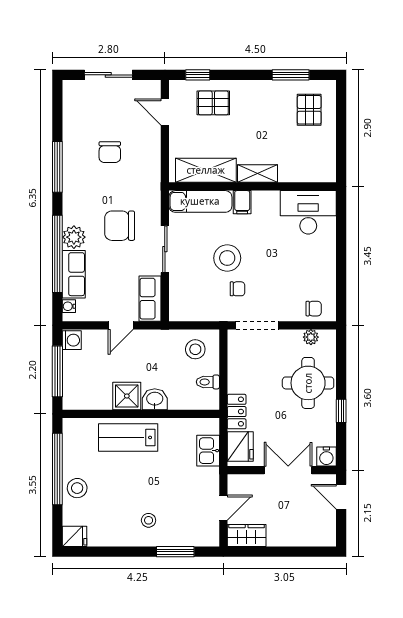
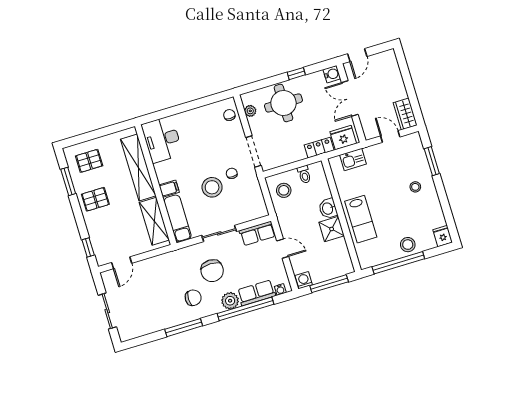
pallet: (213, 103) -> (95, 199), moved, turned 90
chair: (110, 152) -> (193, 298), moved
shelving: (258, 174) -> (138, 168), width x2.20, depth x1.33

